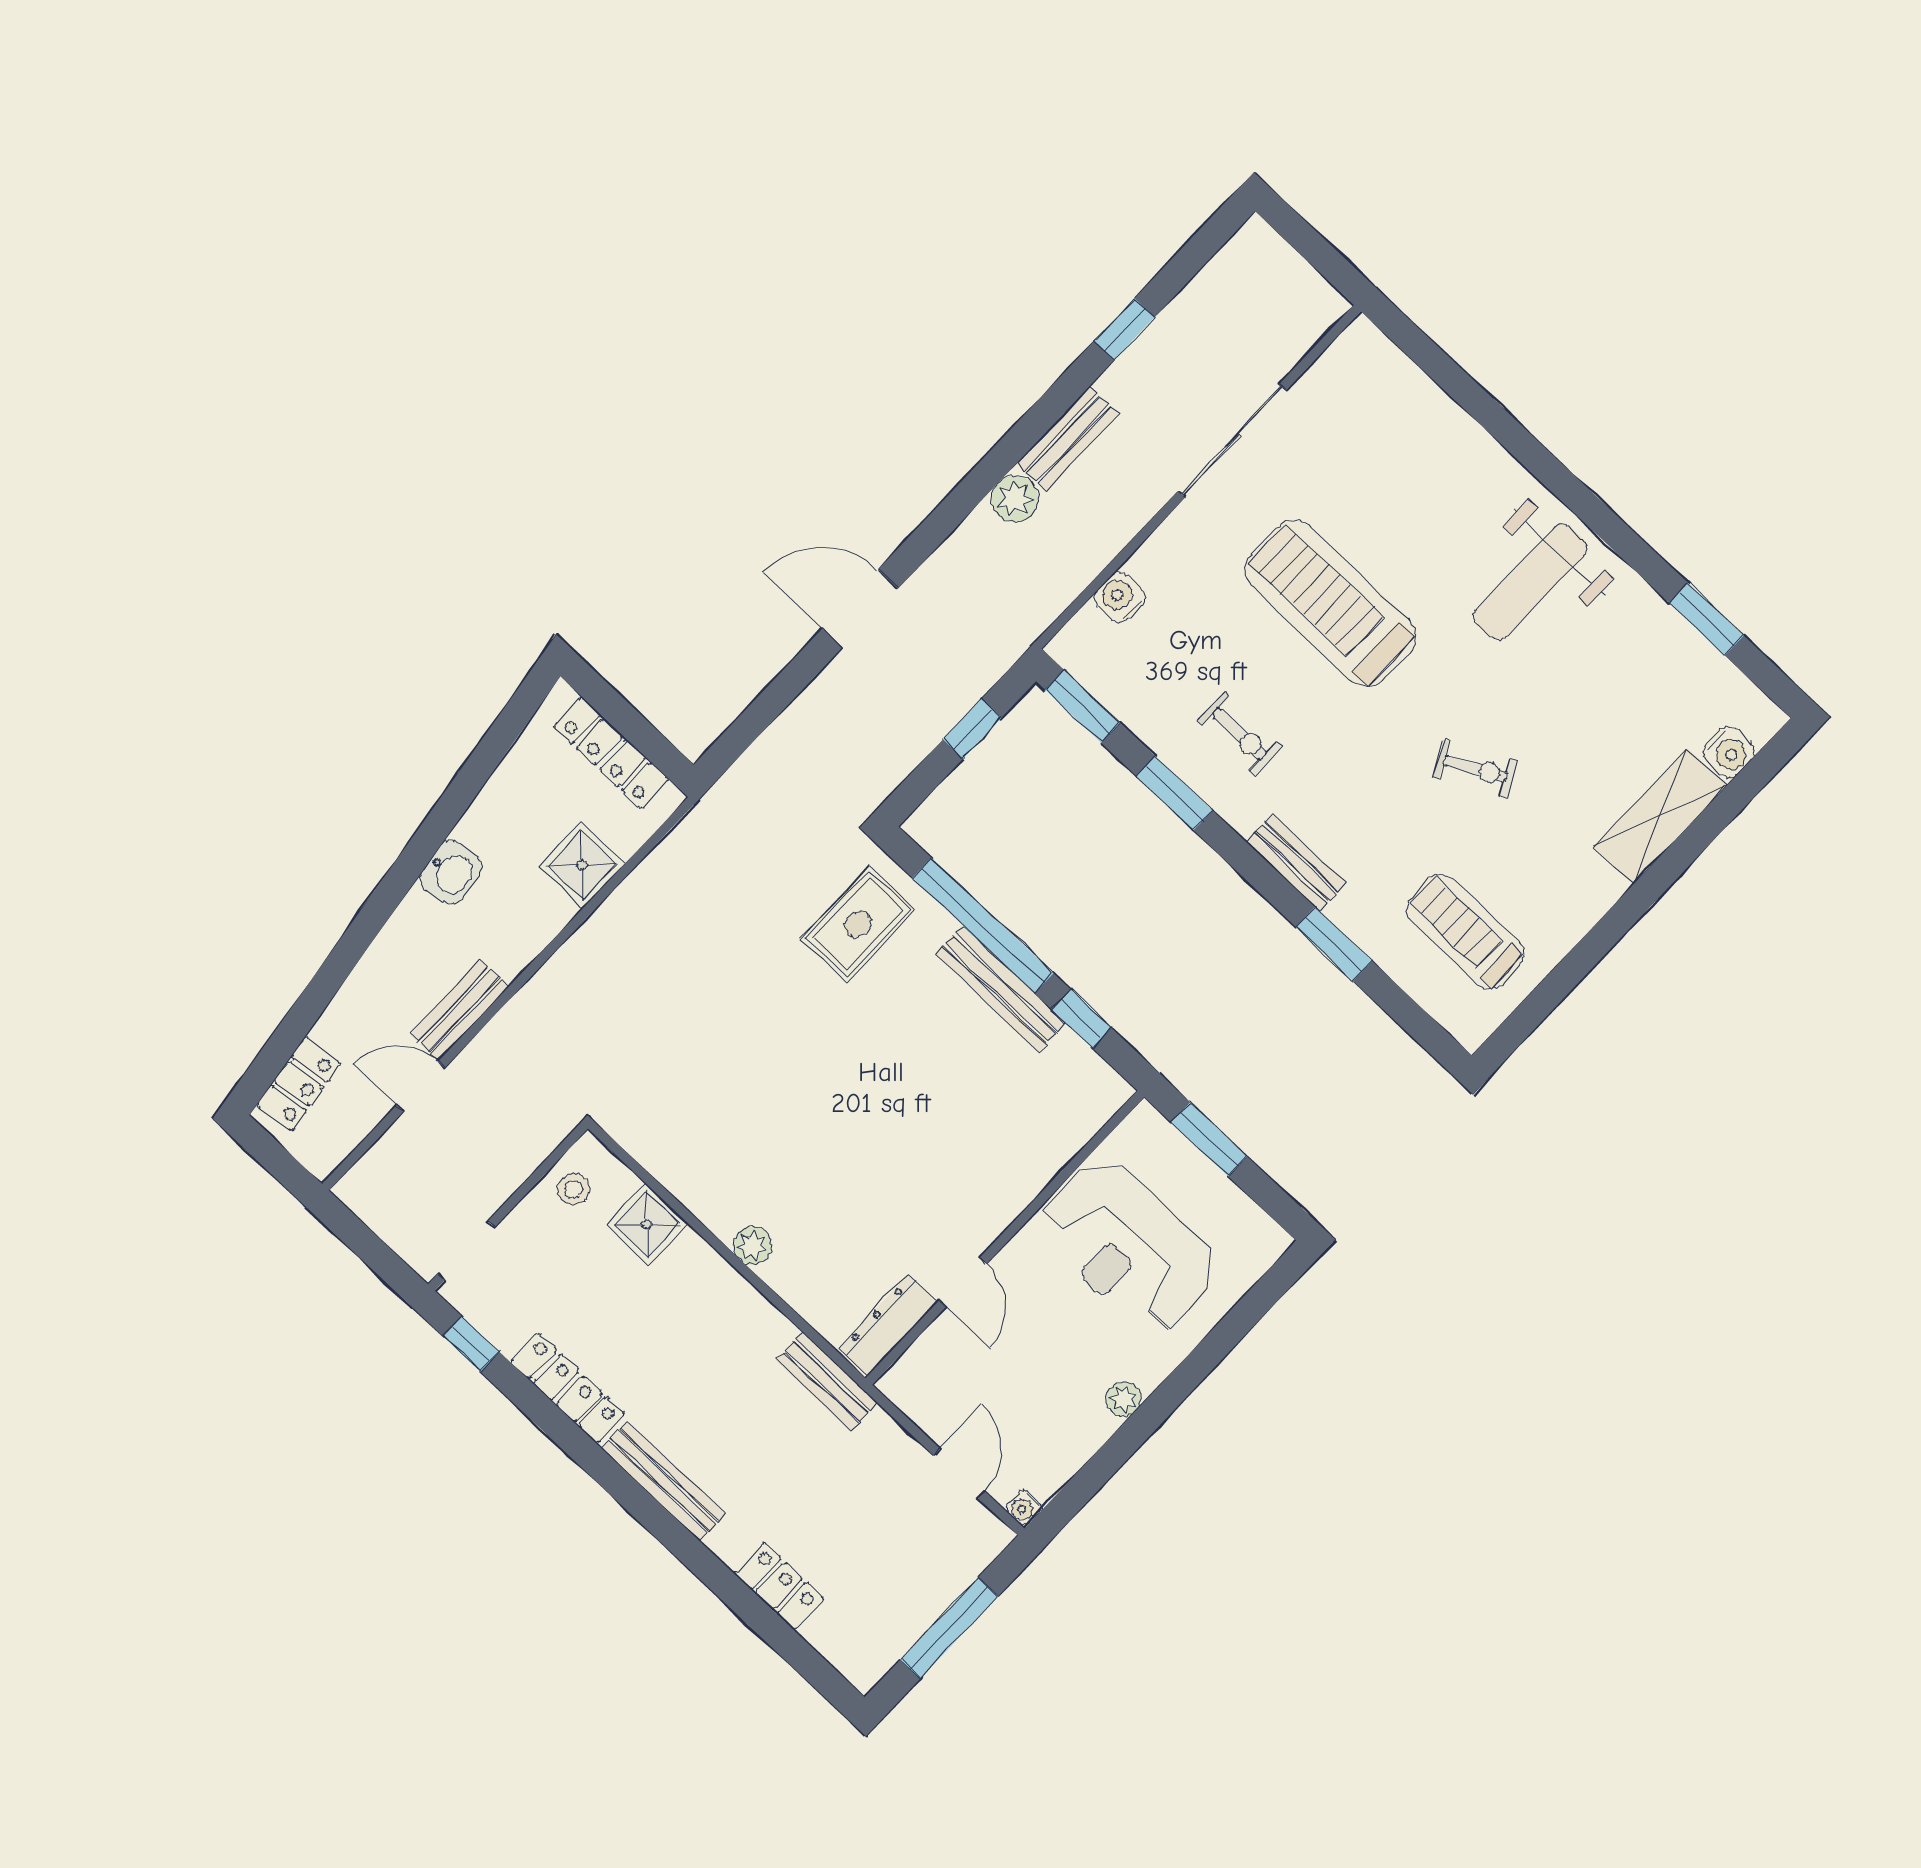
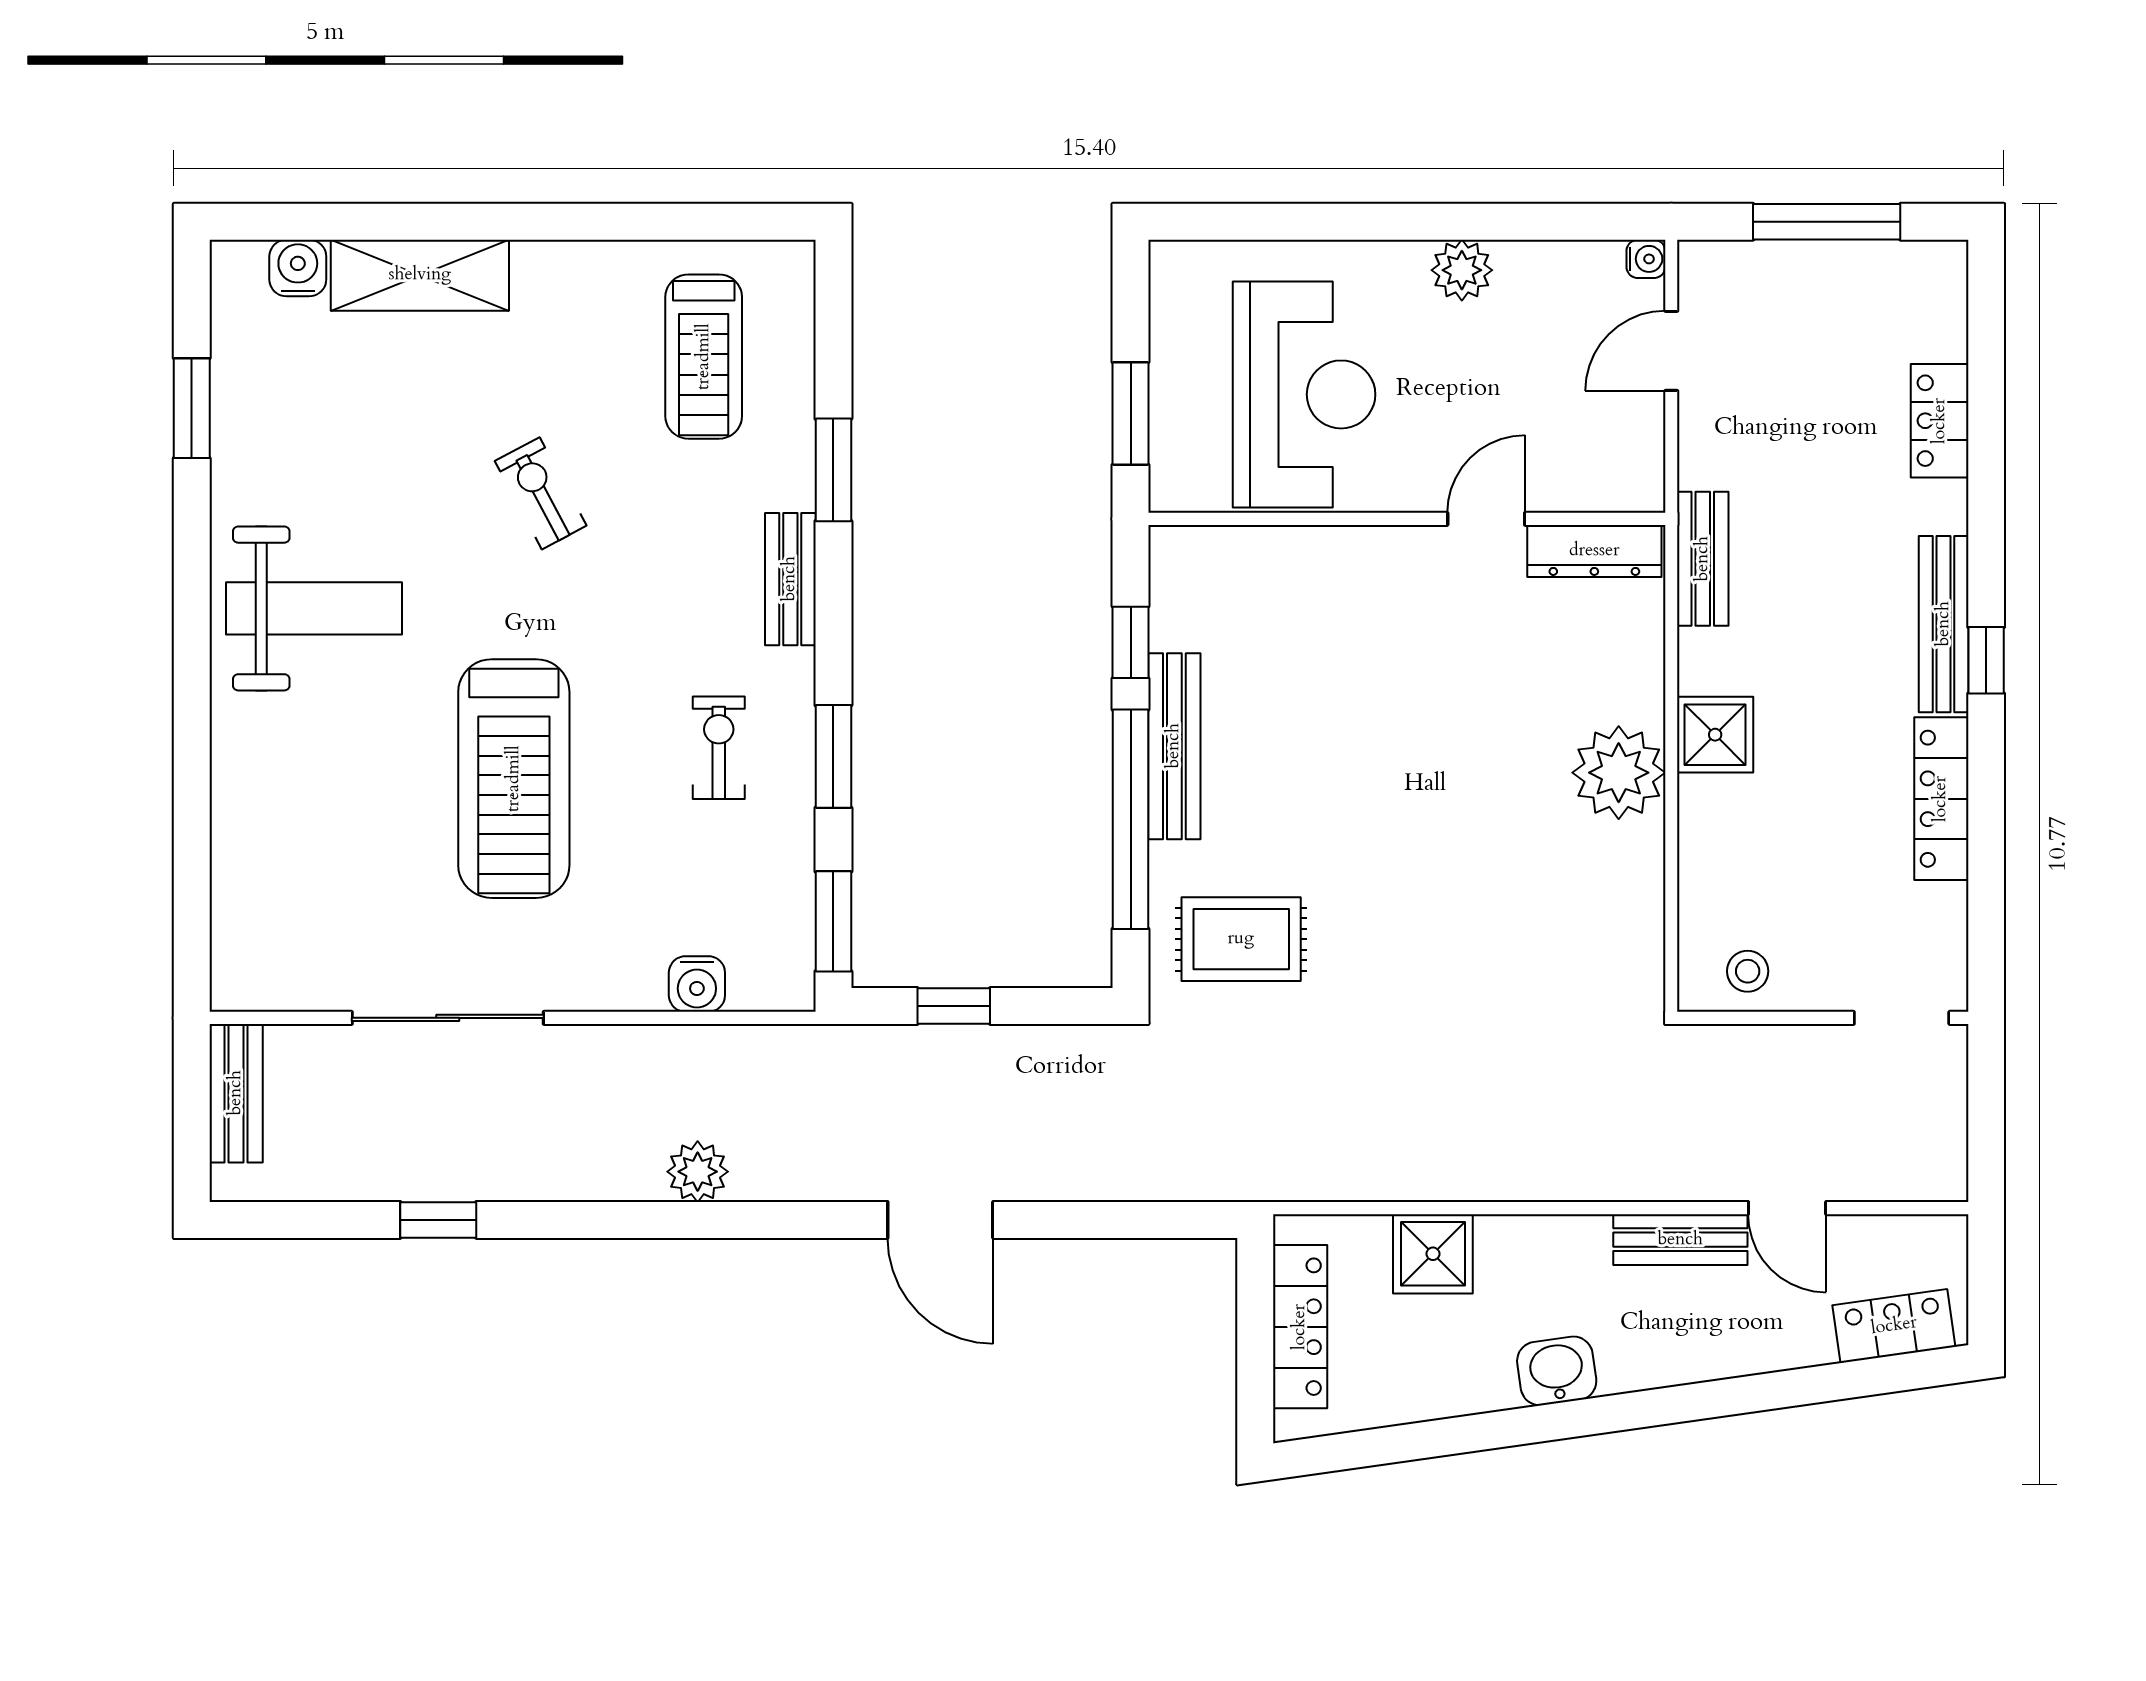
bench: (1068, 439) -> (236, 1093), moved, turned 90
shower: (647, 1224) -> (1715, 735), moved
plant: (753, 1246) -> (1619, 773), width x1.88, depth x1.88
window: (471, 1344) -> (1986, 660), moved
plant: (1124, 1399) -> (1462, 270), width x1.38, depth x1.38

